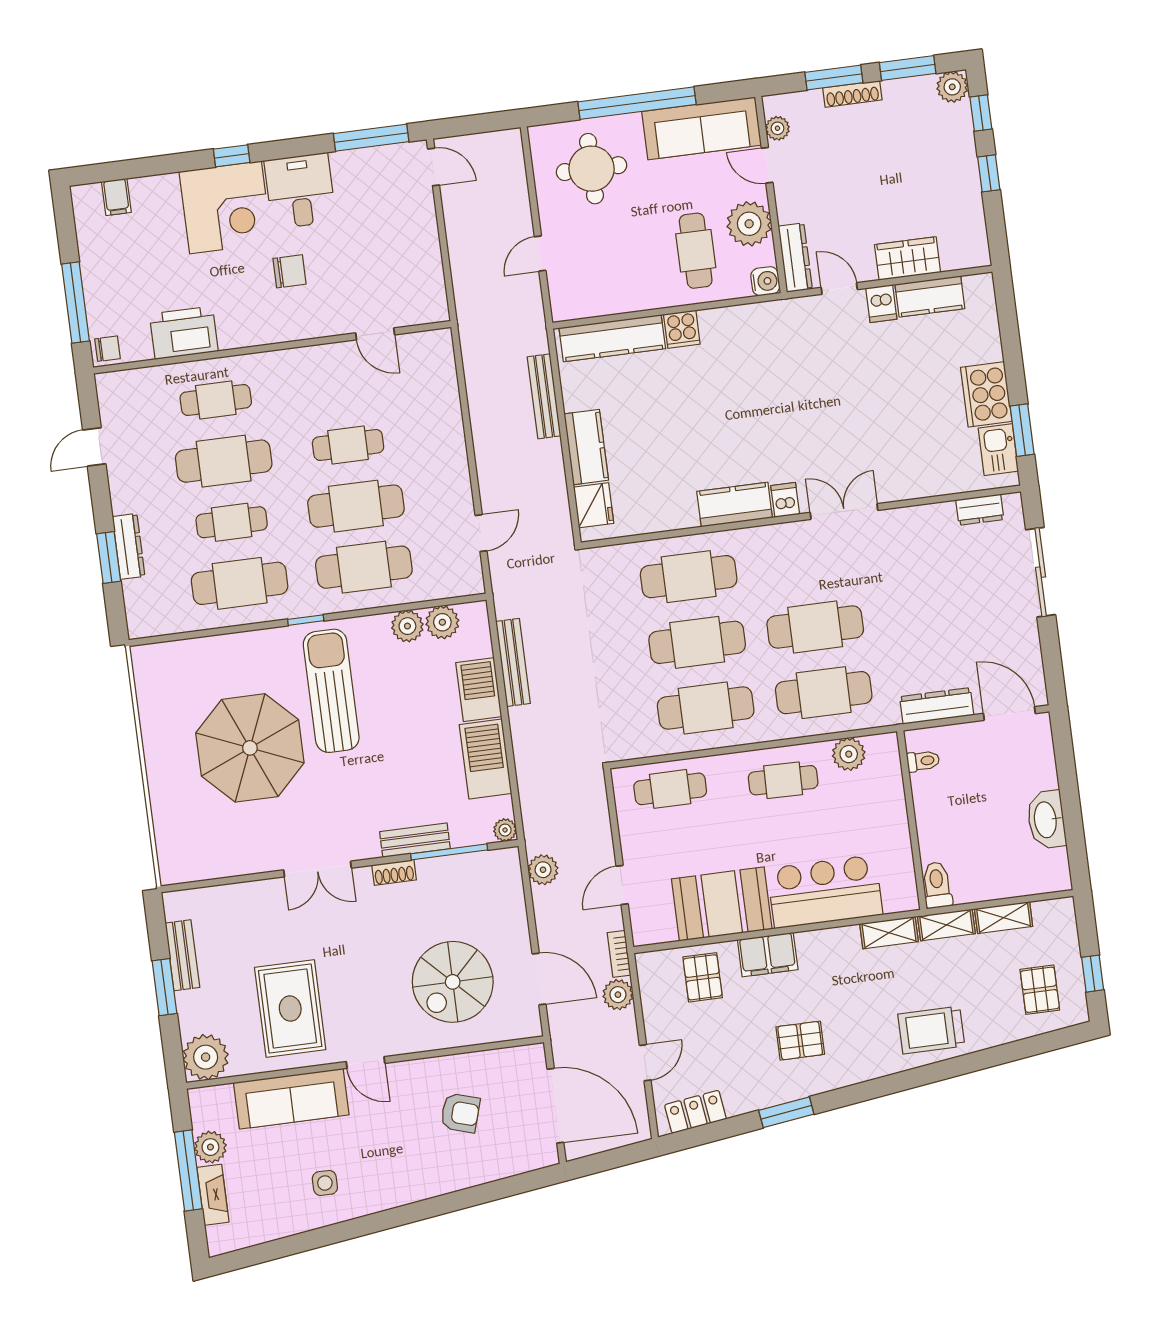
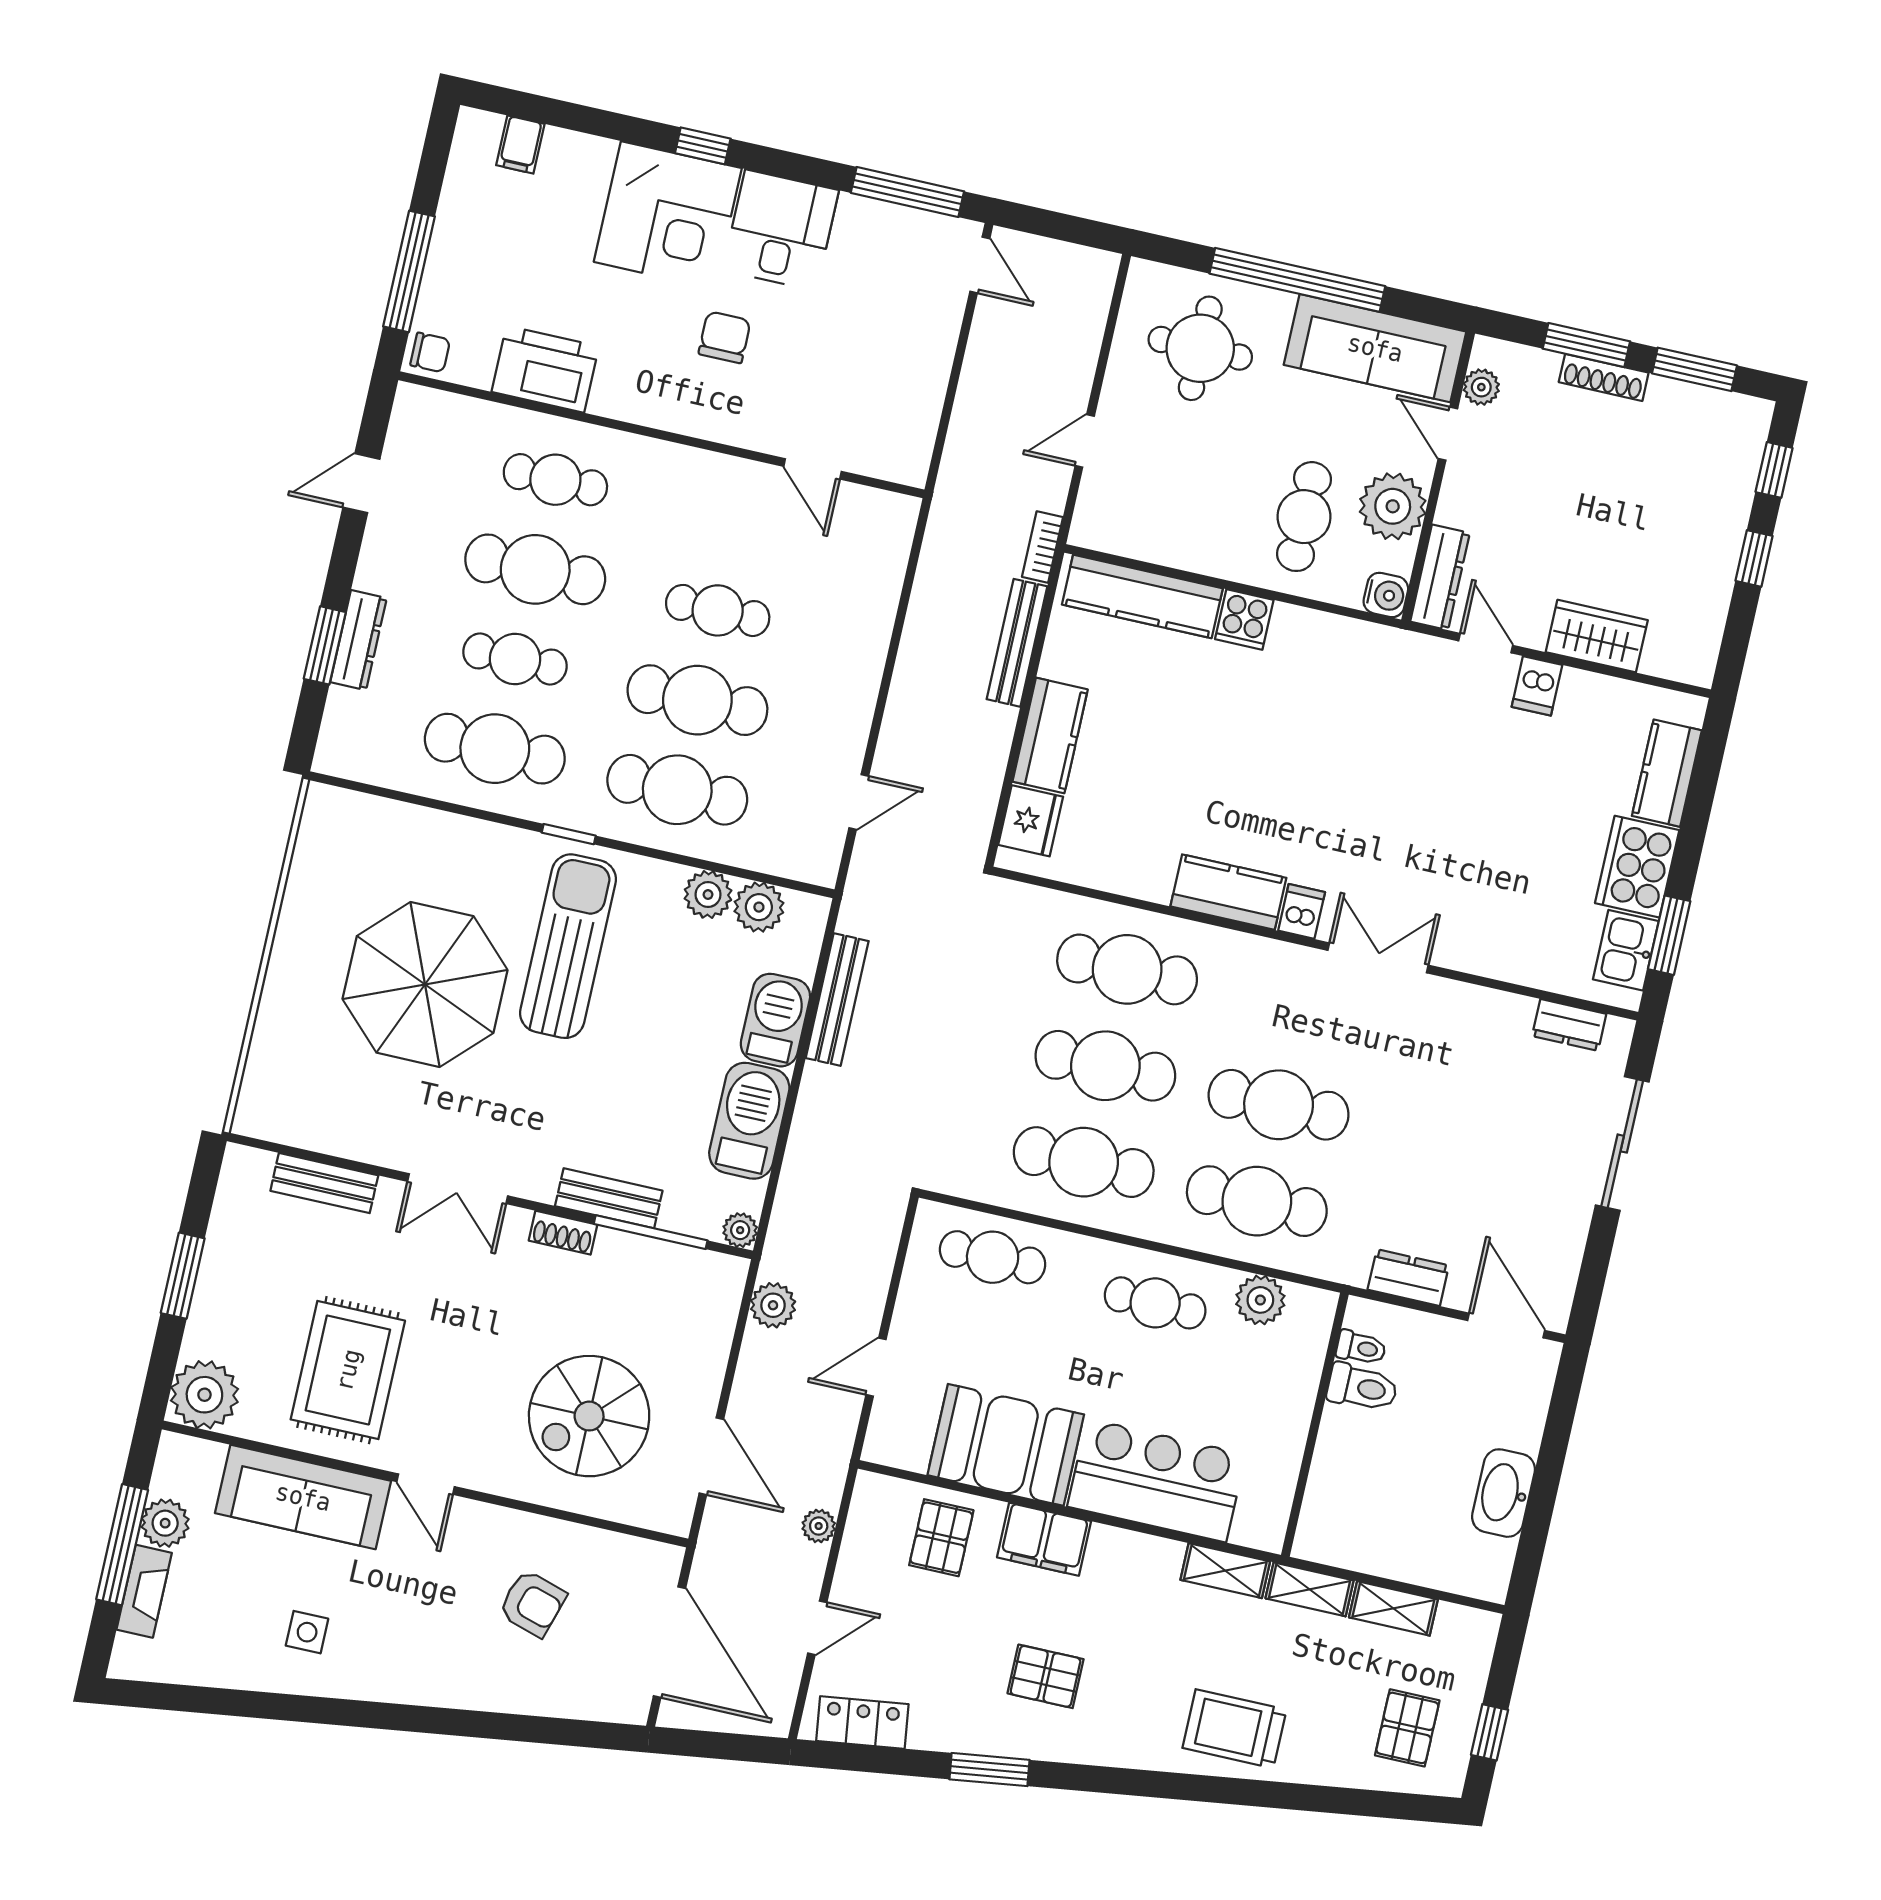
plant: (952, 87) -> (1747, 419), removed
chair: (289, 271) -> (725, 337), turned -90
kitchen counter: (930, 296) -> (1667, 773), moved, turned 90
dresser: (937, 706) -> (1408, 1278), width x0.70
toilet: (937, 885) -> (1362, 1387), moved, turned 90
bookcase: (619, 954) -> (1042, 547), moved
bench: (182, 955) -> (324, 1183), moved, turned 90
plant: (618, 995) -> (819, 1526), width x0.73, depth x0.73

